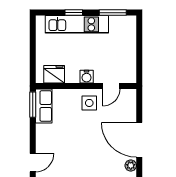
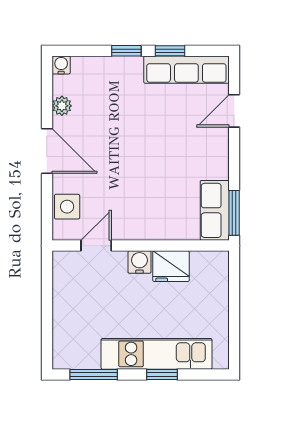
fridge: (54, 74) -> (171, 266), moved
side table: (89, 103) -> (67, 207), moved
door: (139, 140) -> (47, 151), width x0.73

